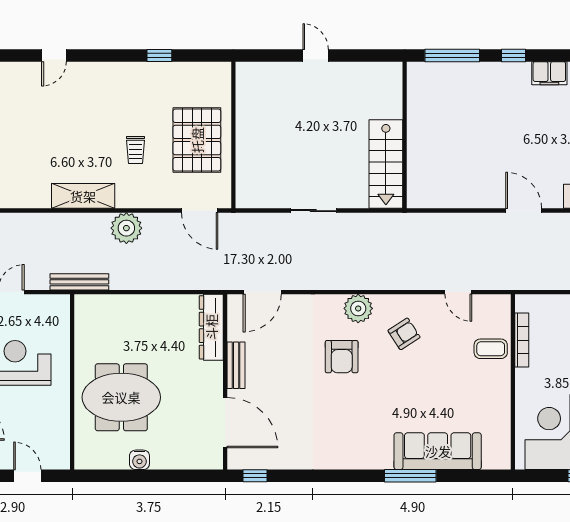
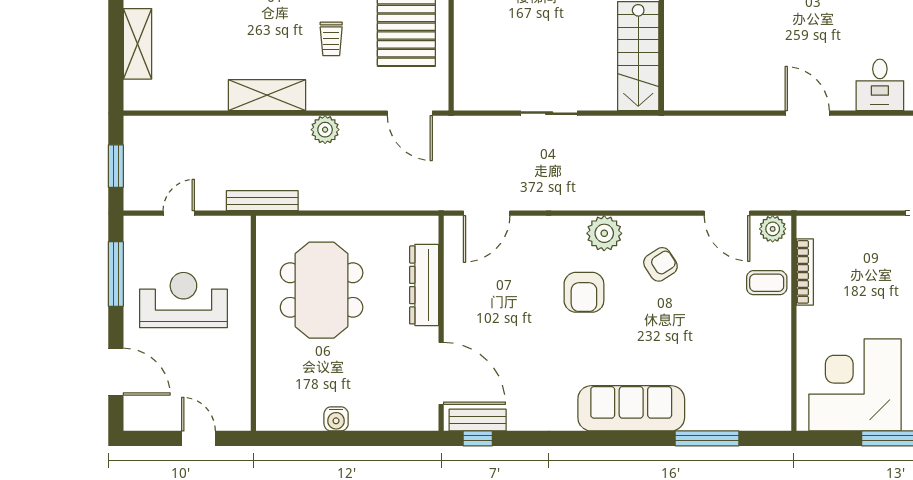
plant: (126, 228) -> (325, 130), width x0.73, depth x0.73
door: (458, 292) -> (727, 213), width x1.38
plant: (496, 305) -> (773, 229), added
dresser: (211, 327) -> (424, 285), moved
bench: (236, 365) -> (478, 420), moved, turned 90
meeting table: (121, 397) -> (322, 290), moved, turned 90
sofa: (438, 451) -> (631, 408), moved
window: (410, 476) -> (707, 438), moved

